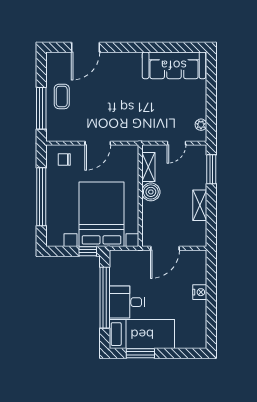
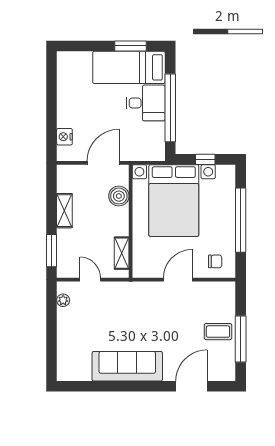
sofa: (174, 65) -> (127, 366), moved
coffee table: (62, 96) -> (218, 332), turned 90
window: (41, 108) -> (241, 339), moved
door: (177, 143) -> (90, 280), hinge flipped
boiler: (151, 192) -> (119, 196), moved
window: (88, 251) -> (205, 159), moved
nightstand: (200, 292) -> (64, 137), moved

